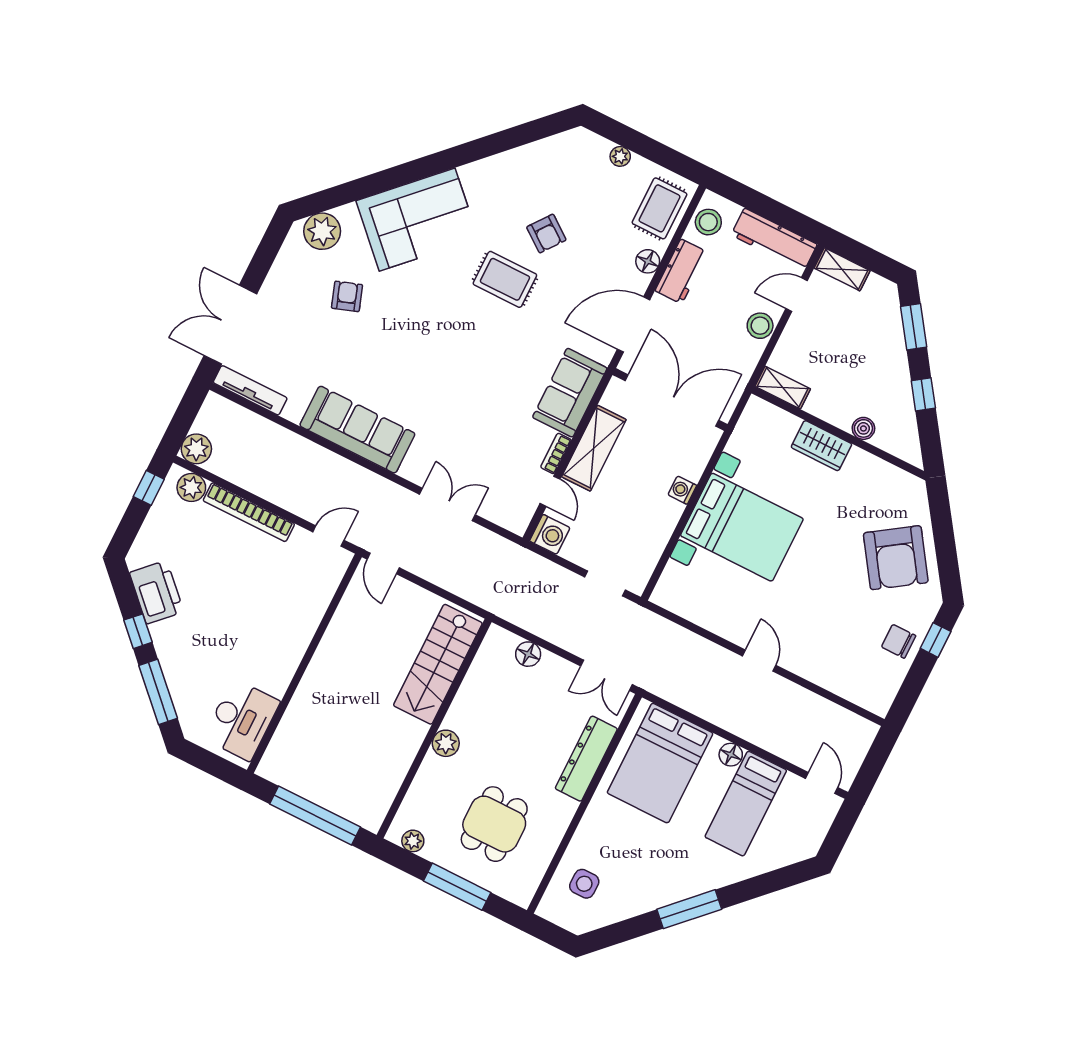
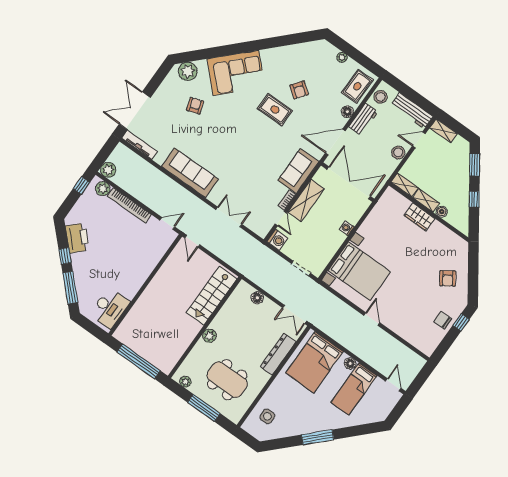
shelving: (829, 411) -> (426, 200), added
bed with nightstands: (742, 527) -> (359, 271), moved
armchair: (896, 558) -> (448, 278), width x0.53, depth x0.53
dining table: (494, 824) -> (227, 380), width x1.38

